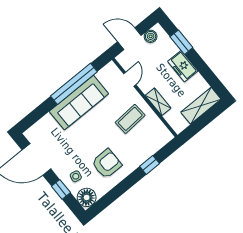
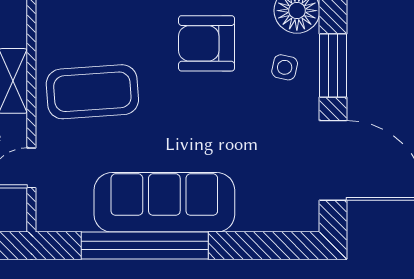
coffee table: (130, 119) -> (92, 92), width x1.36, depth x1.32
window: (61, 189) -> (333, 66), width x1.50

